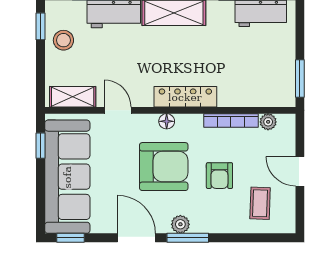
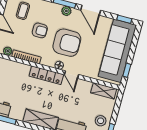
door: (118, 110) -> (71, 75), moved
armchair: (164, 167) -> (67, 43), turned 180
armchair: (219, 176) -> (40, 30), turned 90

